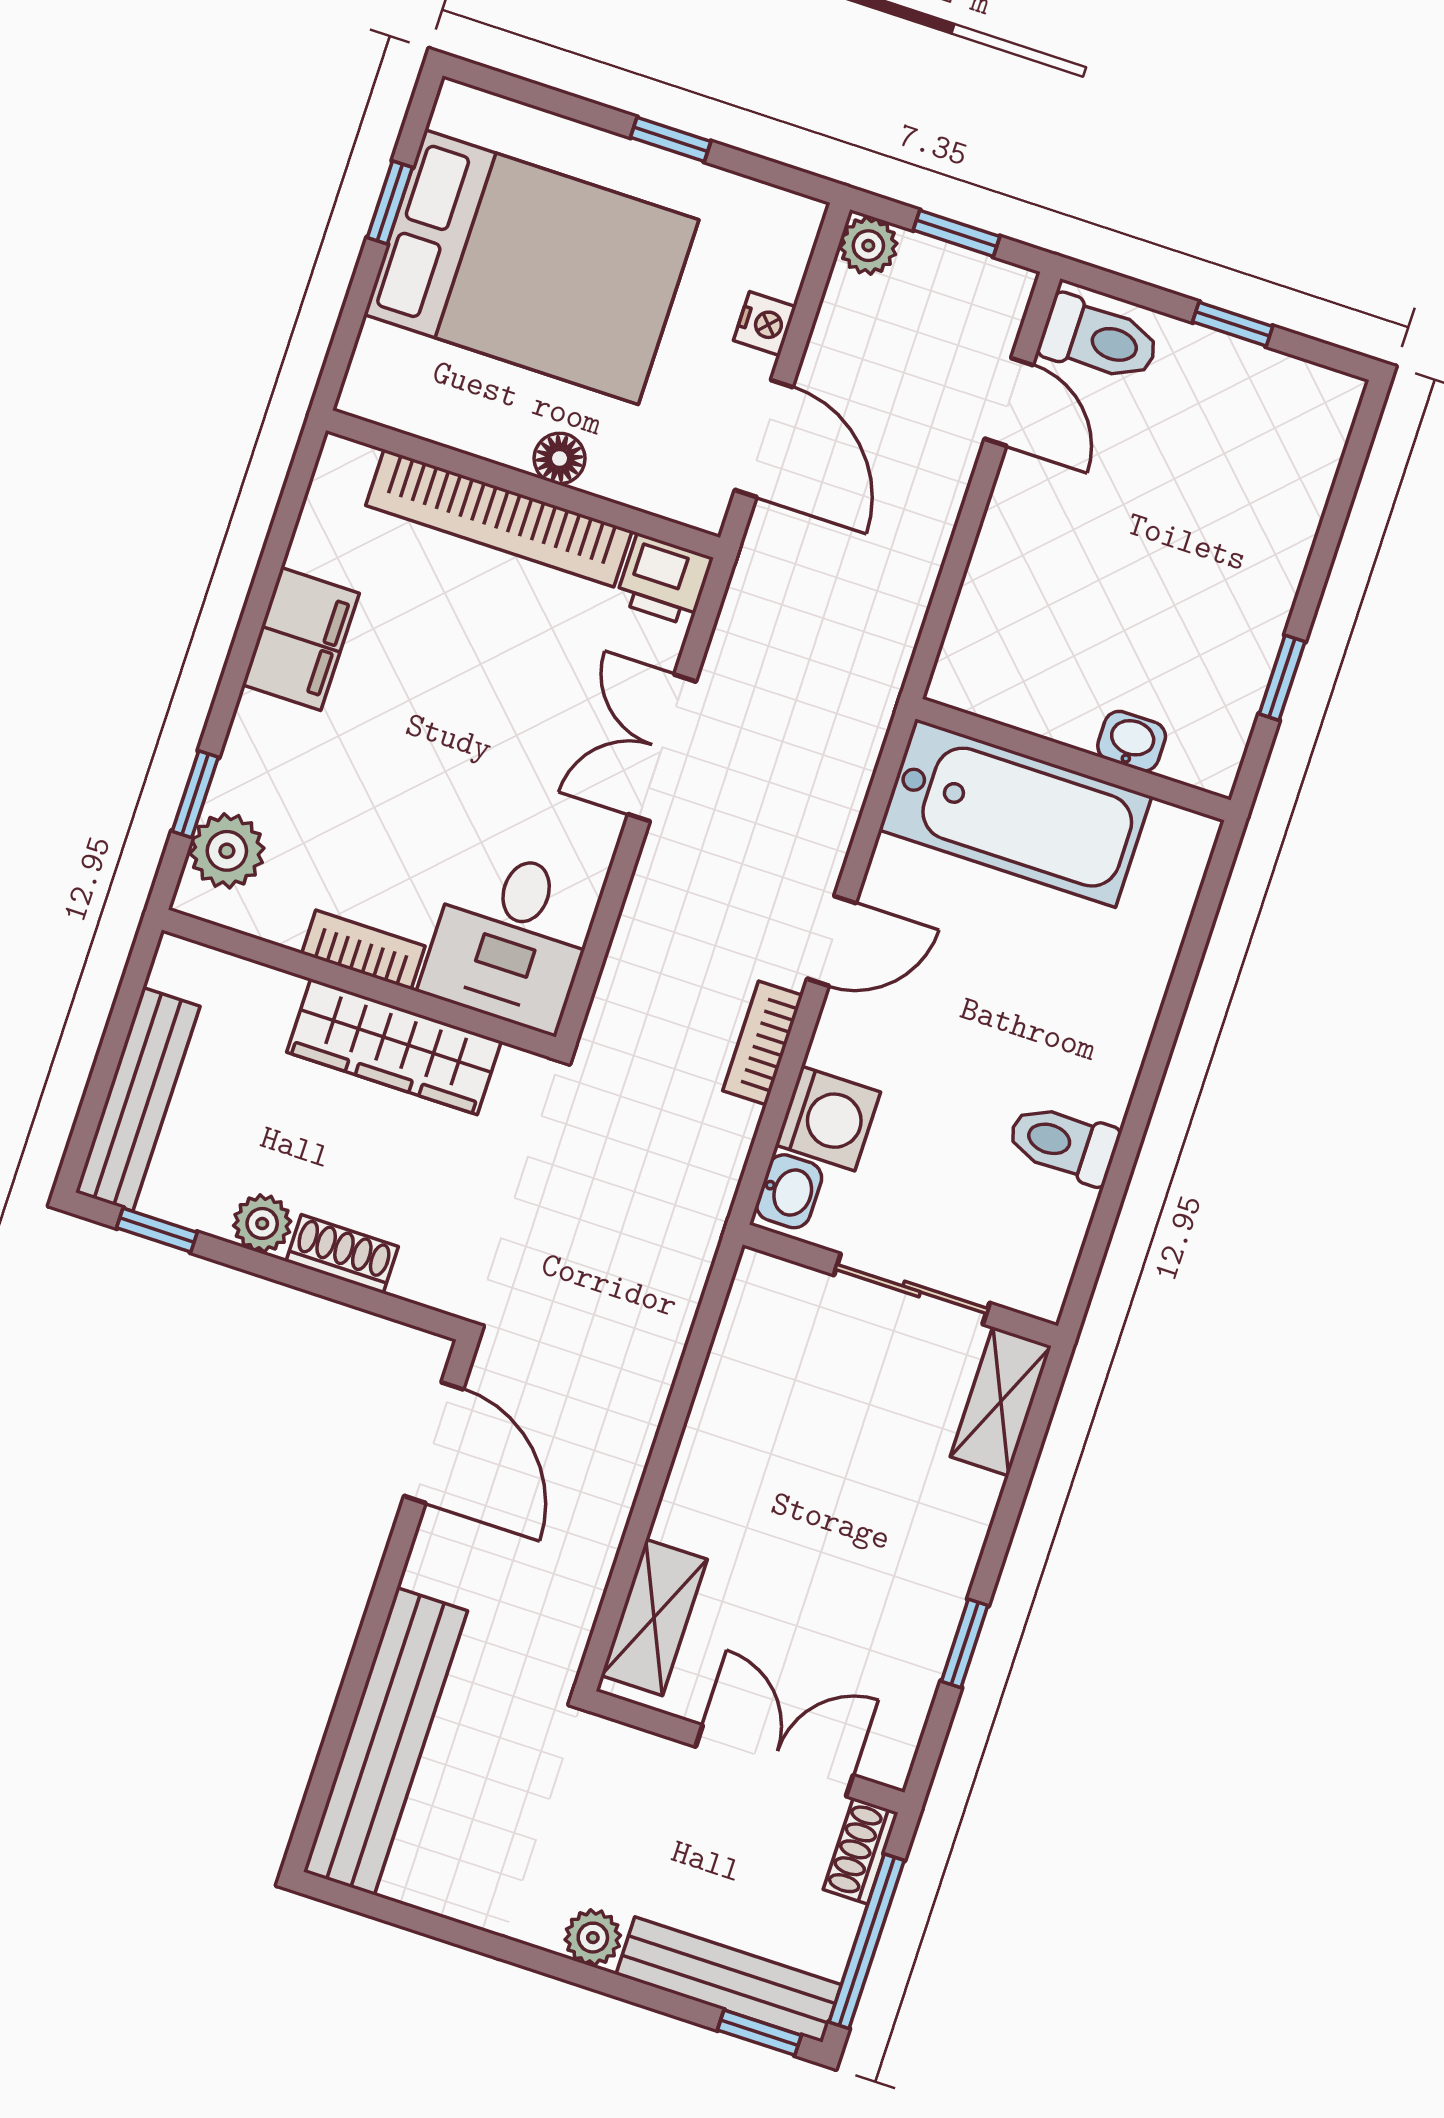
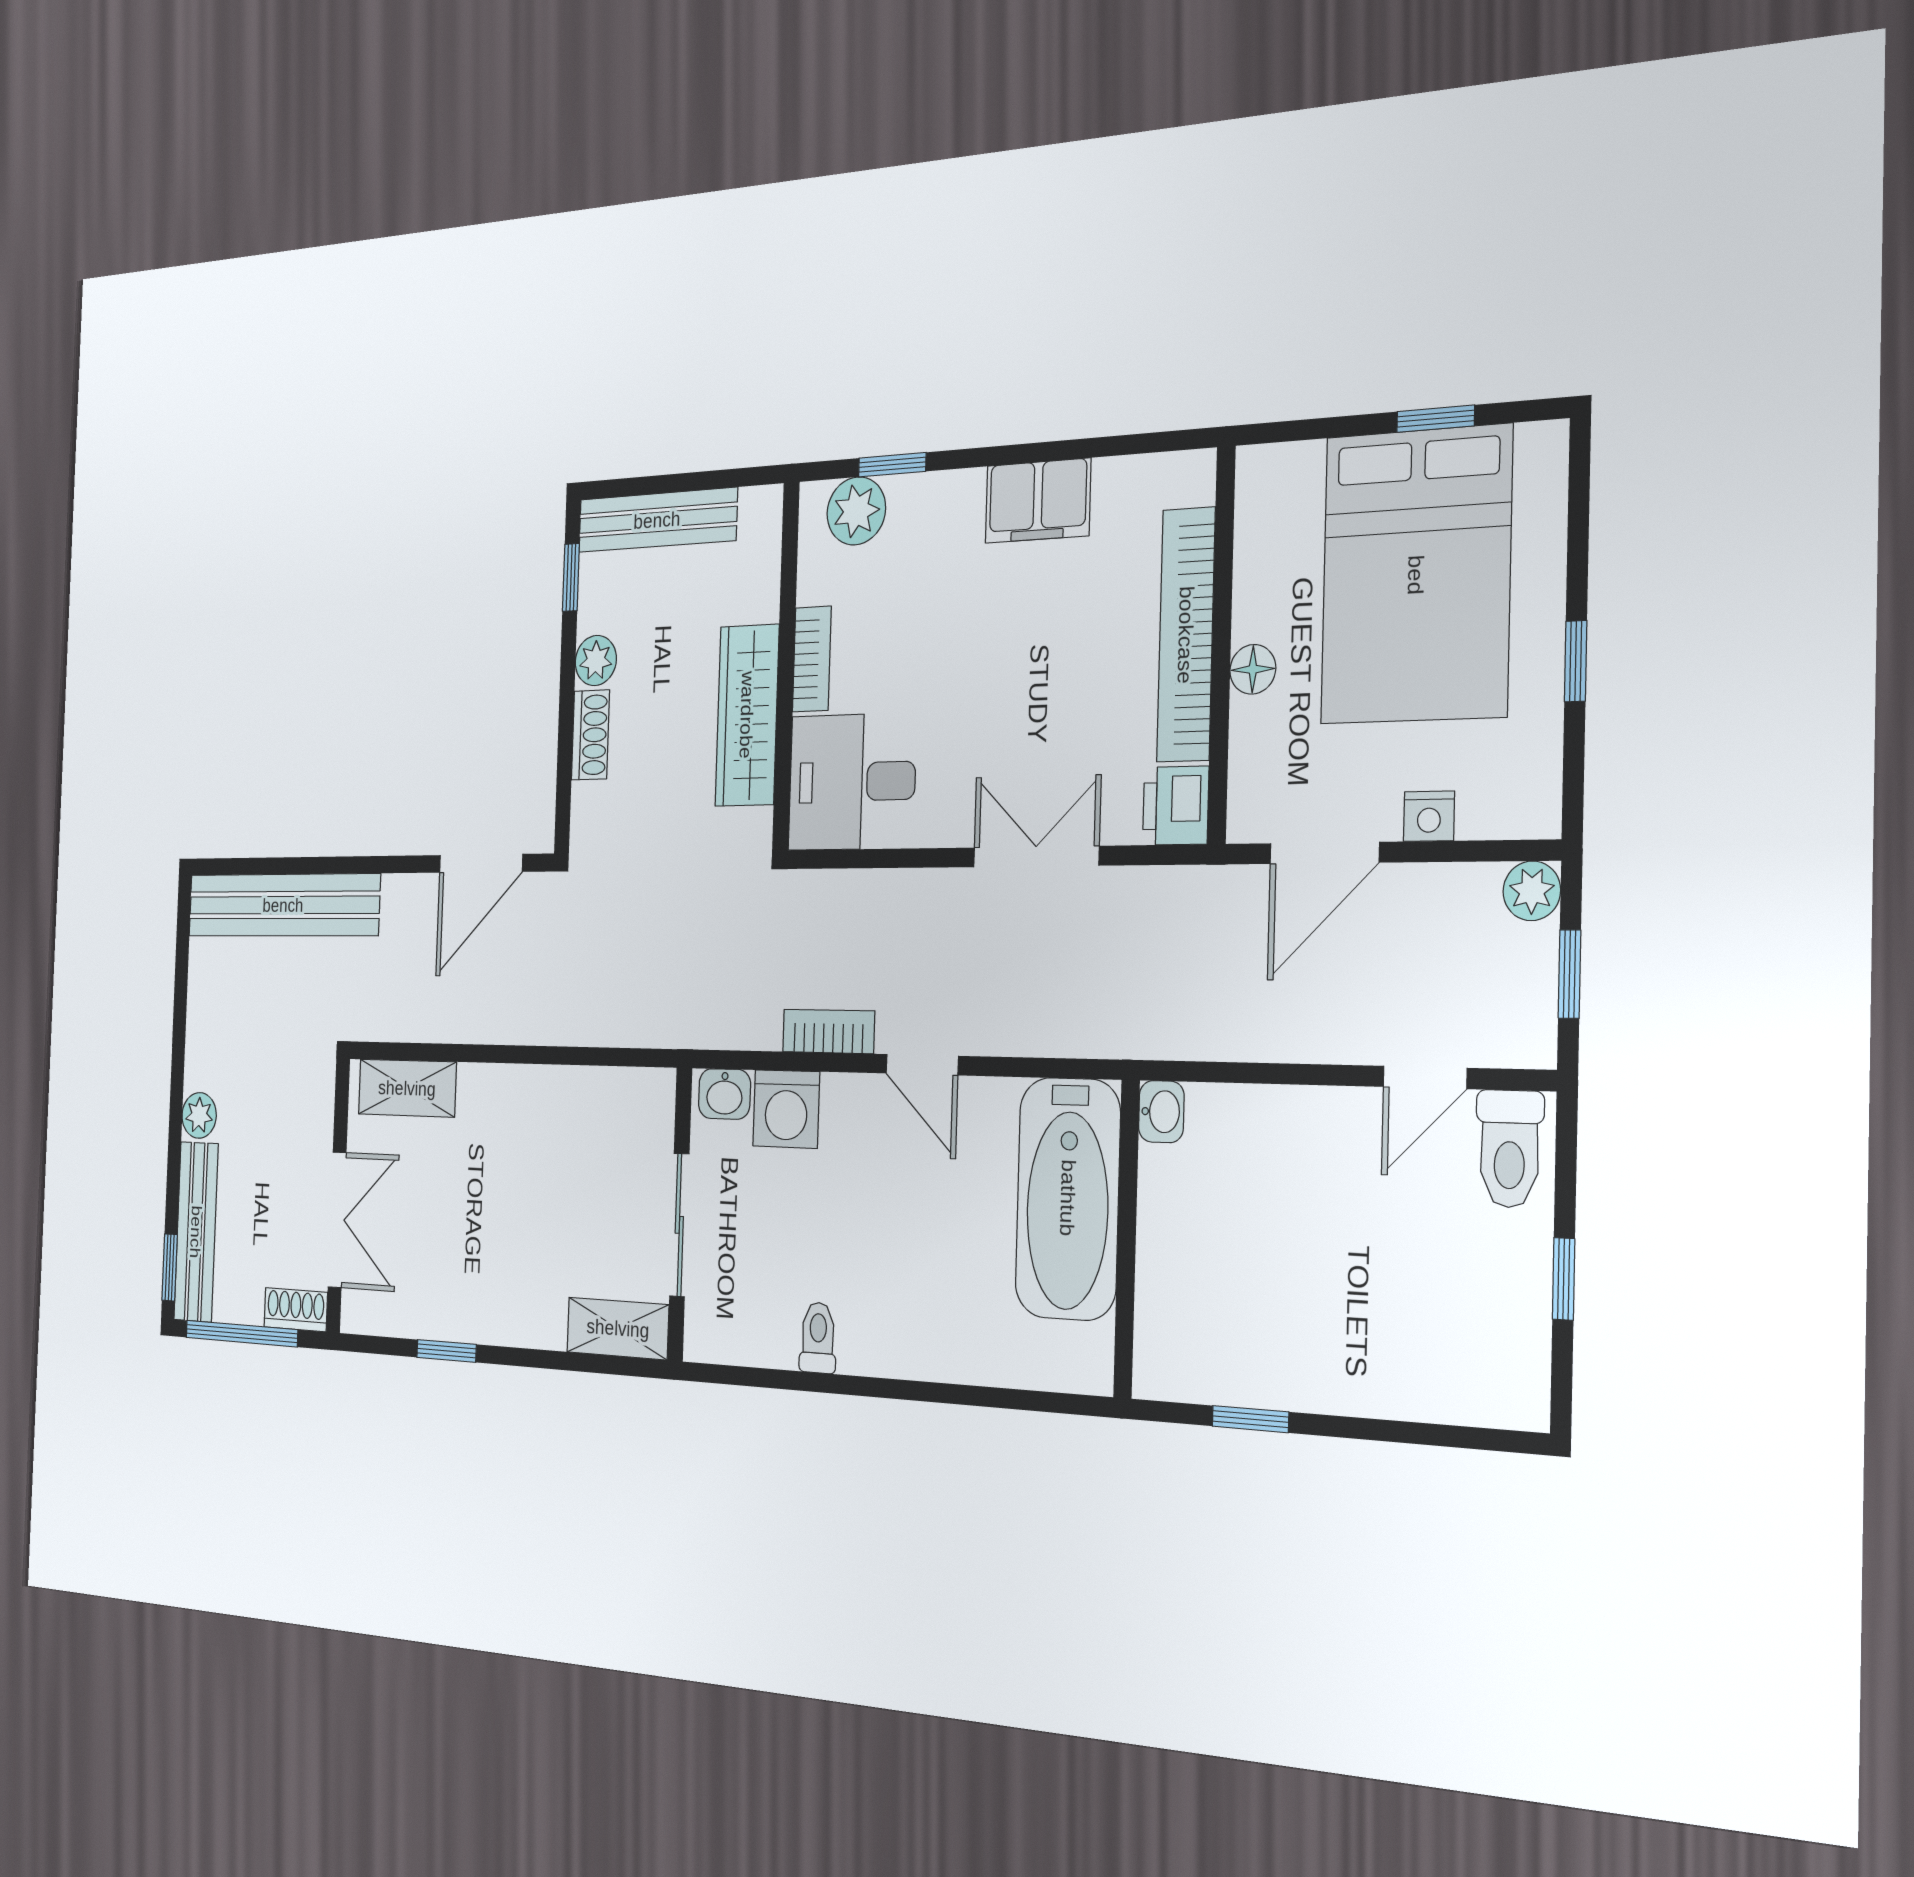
washbasin: (1132, 741) -> (1161, 1112), moved
toilet: (1063, 1143) -> (818, 1338), width x0.73, depth x0.72

